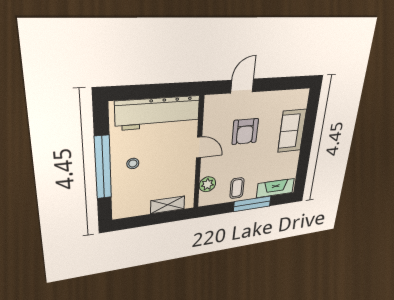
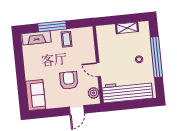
sofa: (292, 131) -> (36, 95), moved
plant: (207, 184) -> (94, 93), moved
shelving: (168, 205) -> (127, 28), moved

